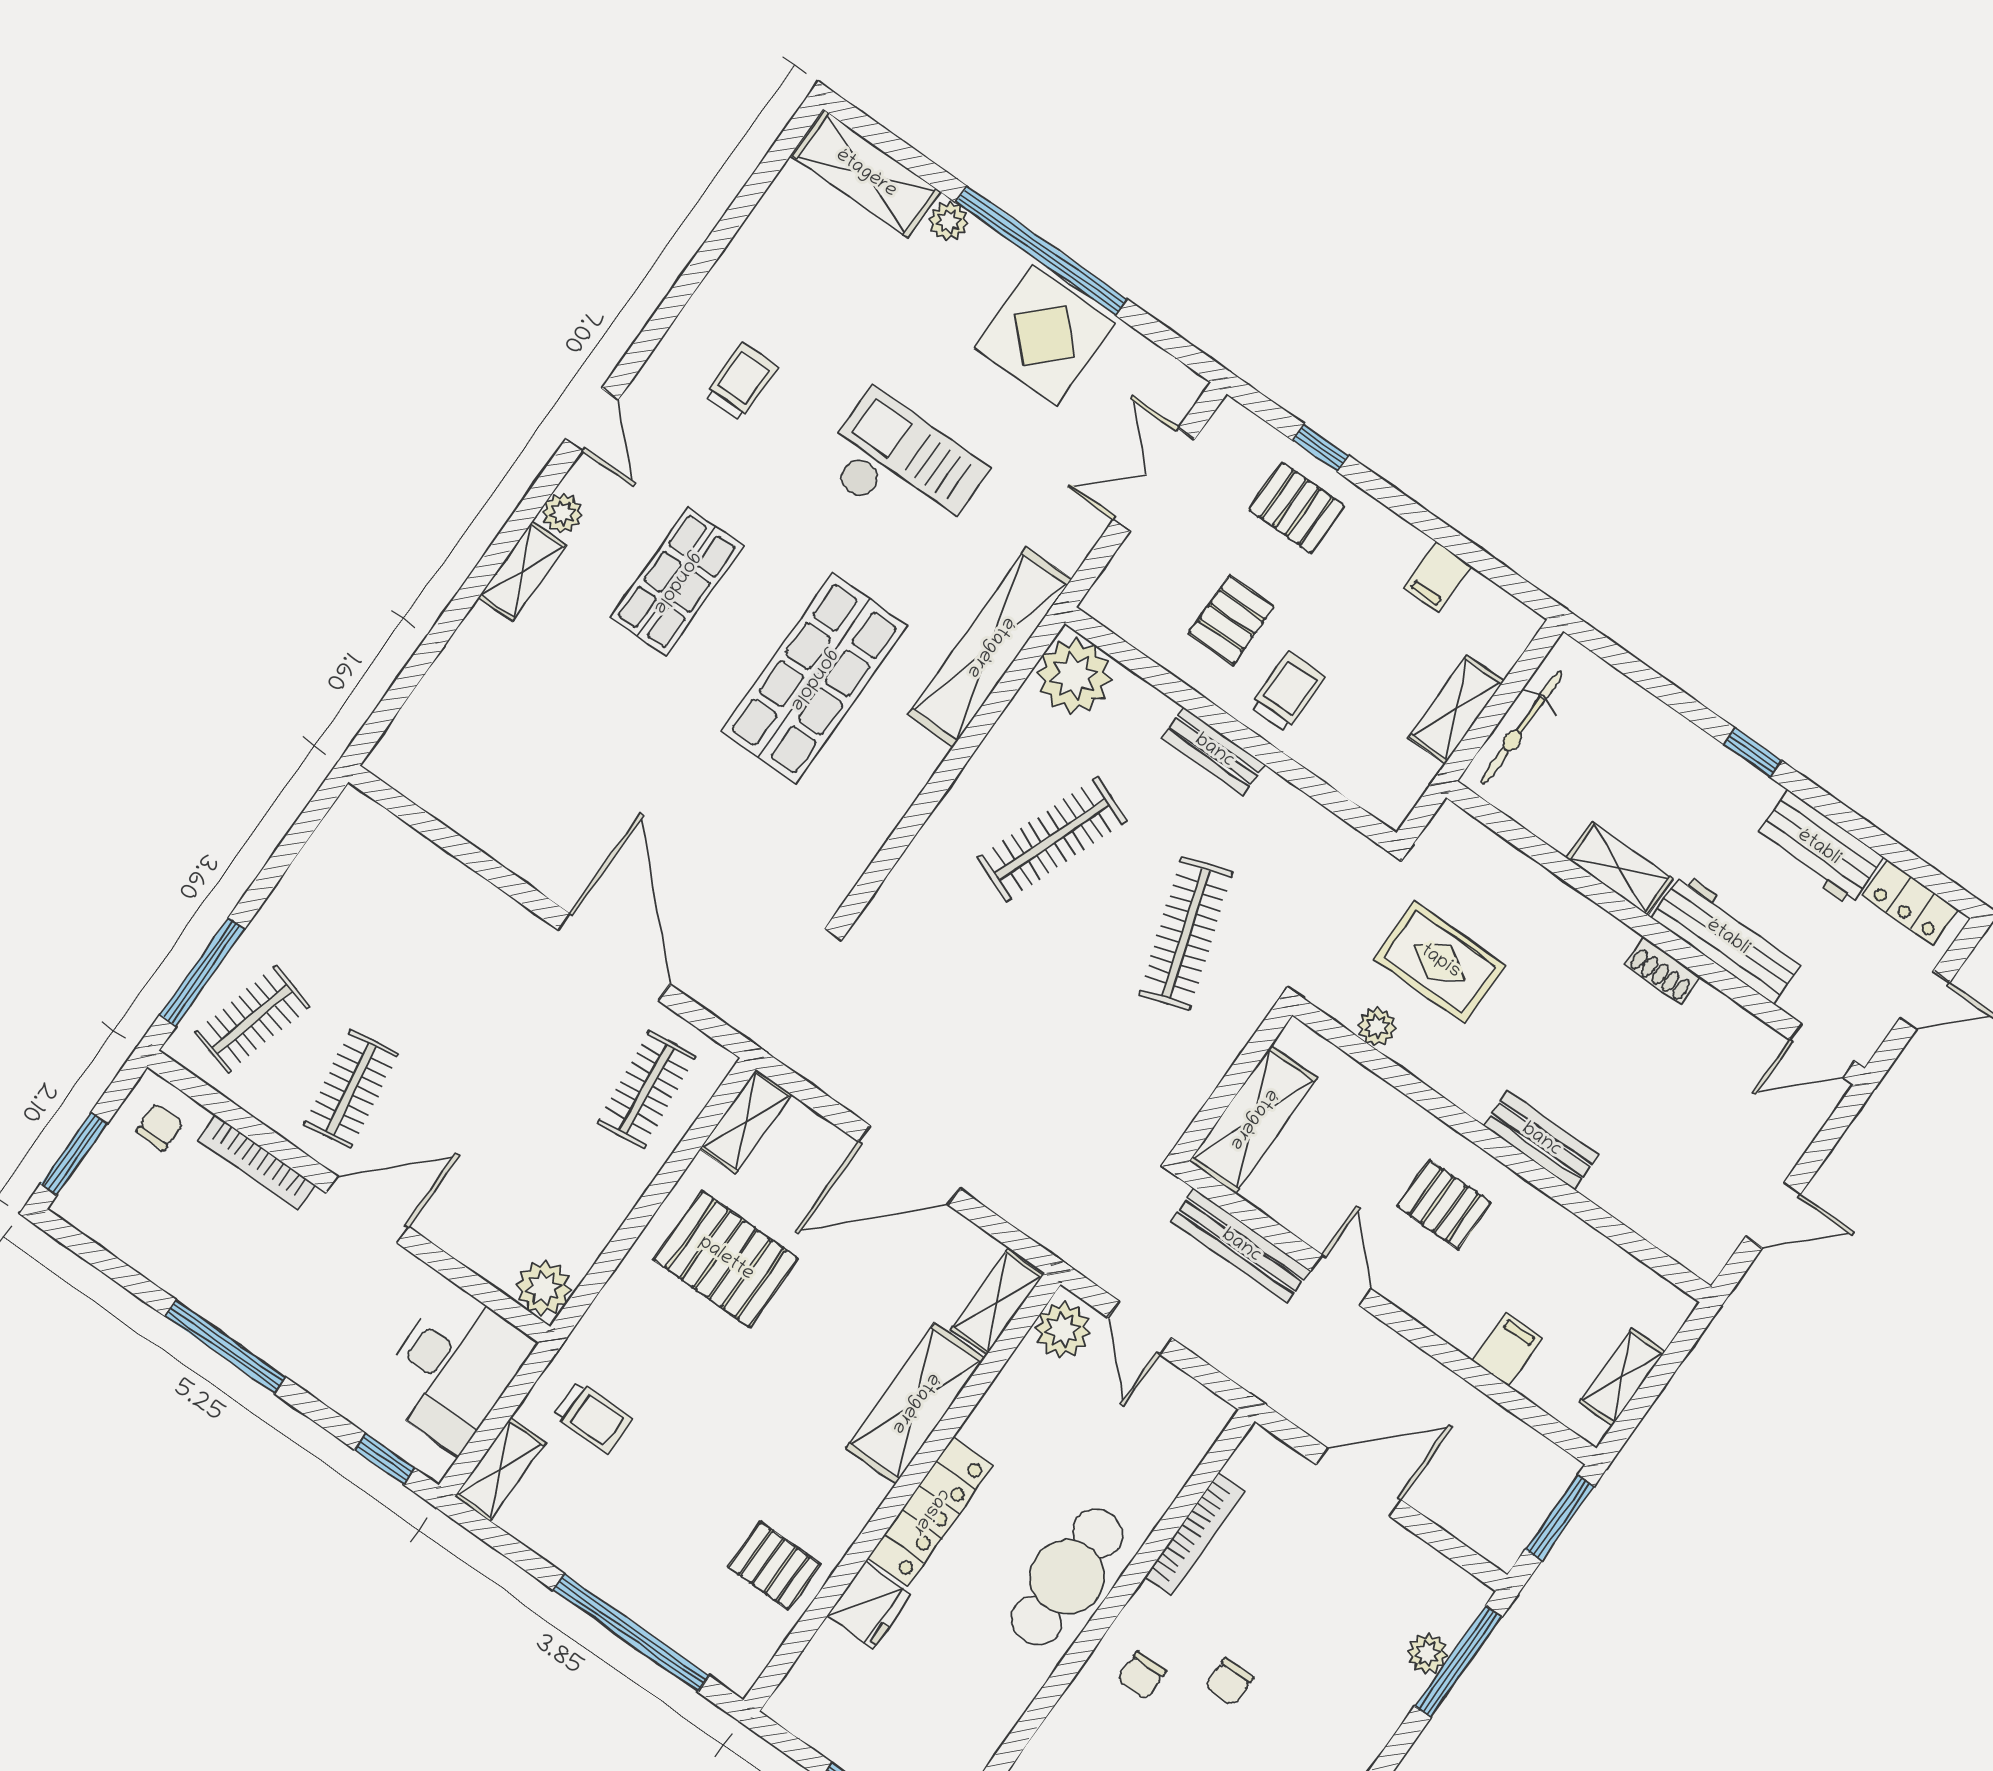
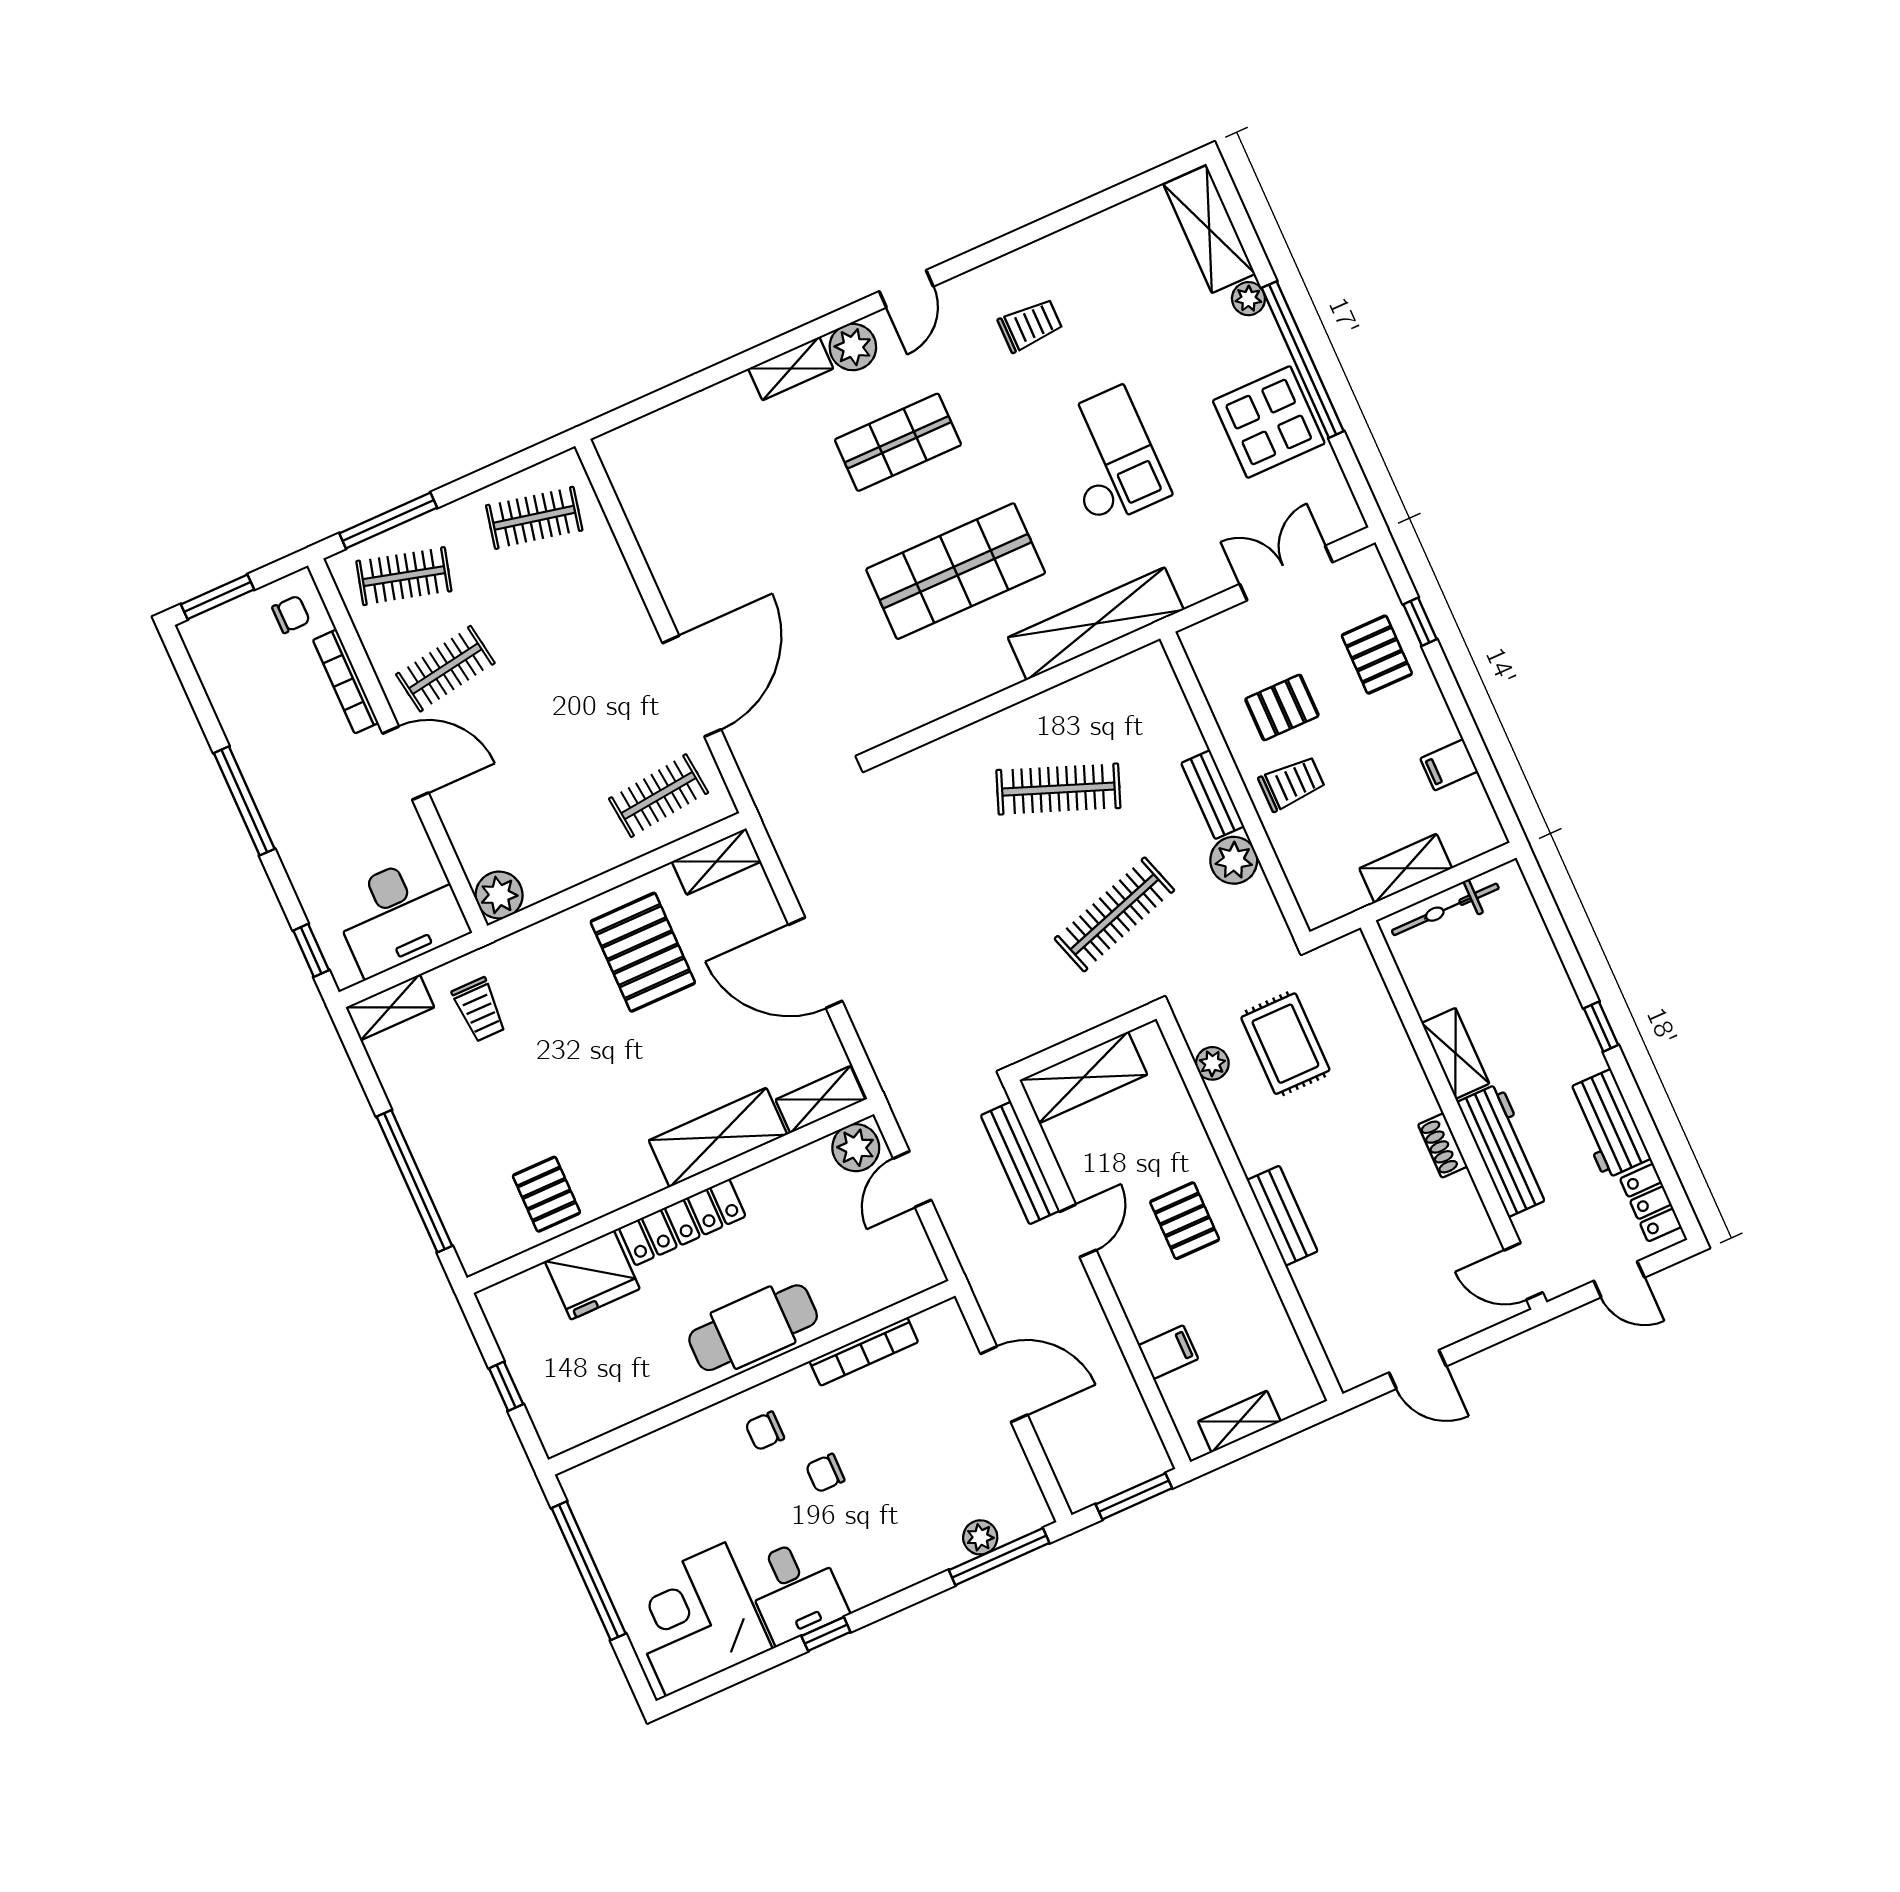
plant: (562, 513) -> (853, 347), width x1.38, depth x1.38
plant: (1074, 676) -> (1234, 860), moved, width x0.73, depth x0.73
clothes rail: (350, 880) -> (534, 518), added
fridge: (869, 1605) -> (592, 1275), width x1.36, depth x1.34

